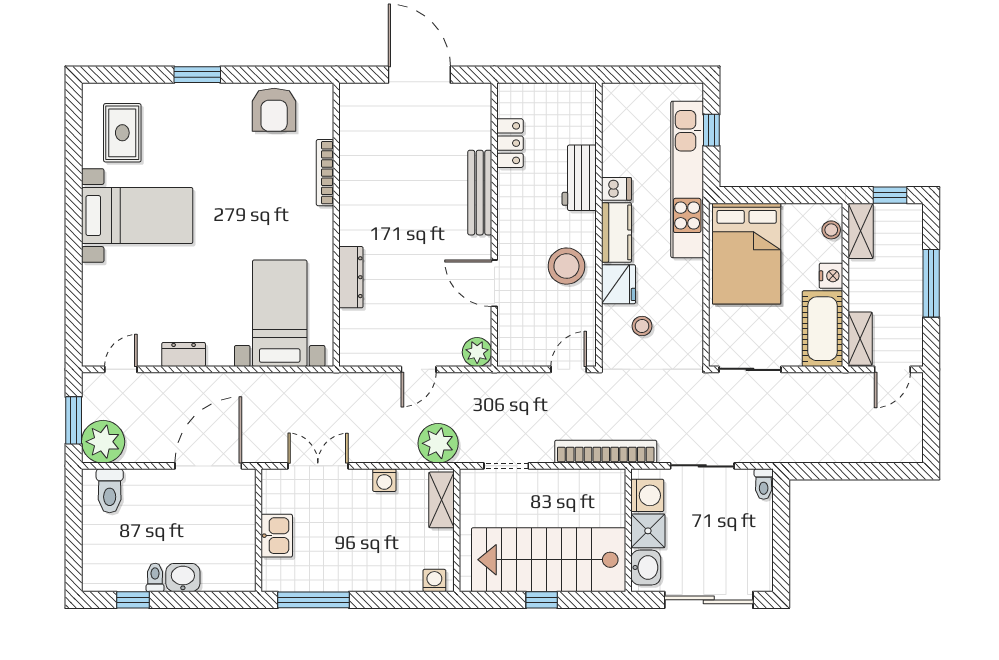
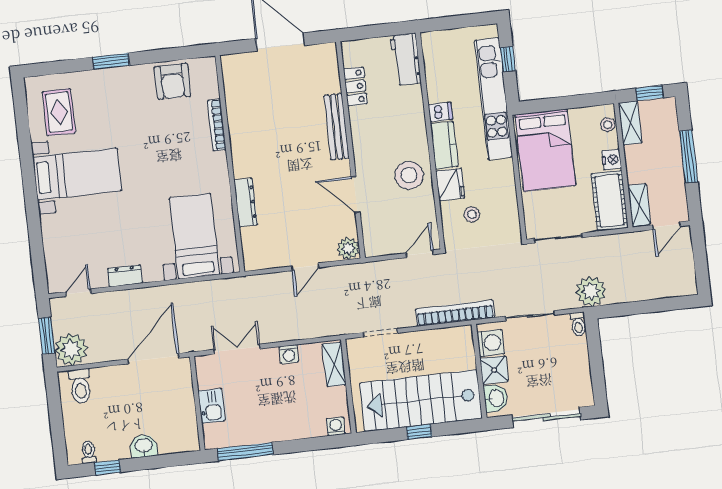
workbench: (579, 178) -> (406, 59), moved
plant: (438, 443) -> (591, 291), moved
toilet: (155, 577) -> (89, 452), moved

